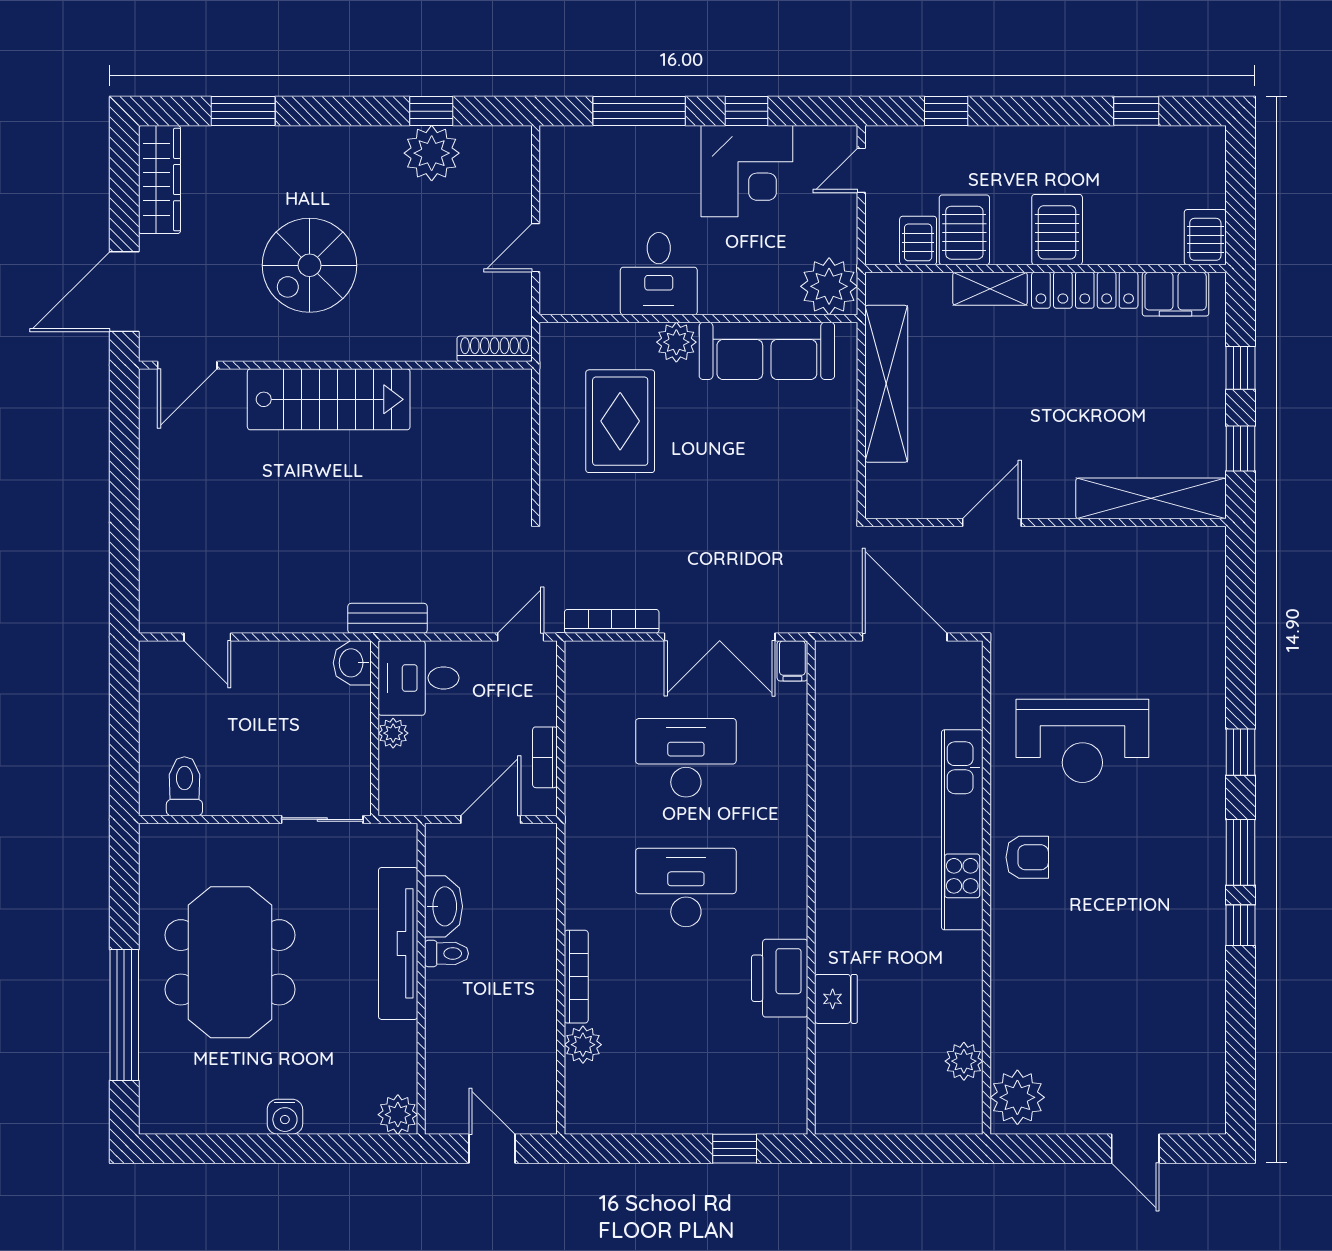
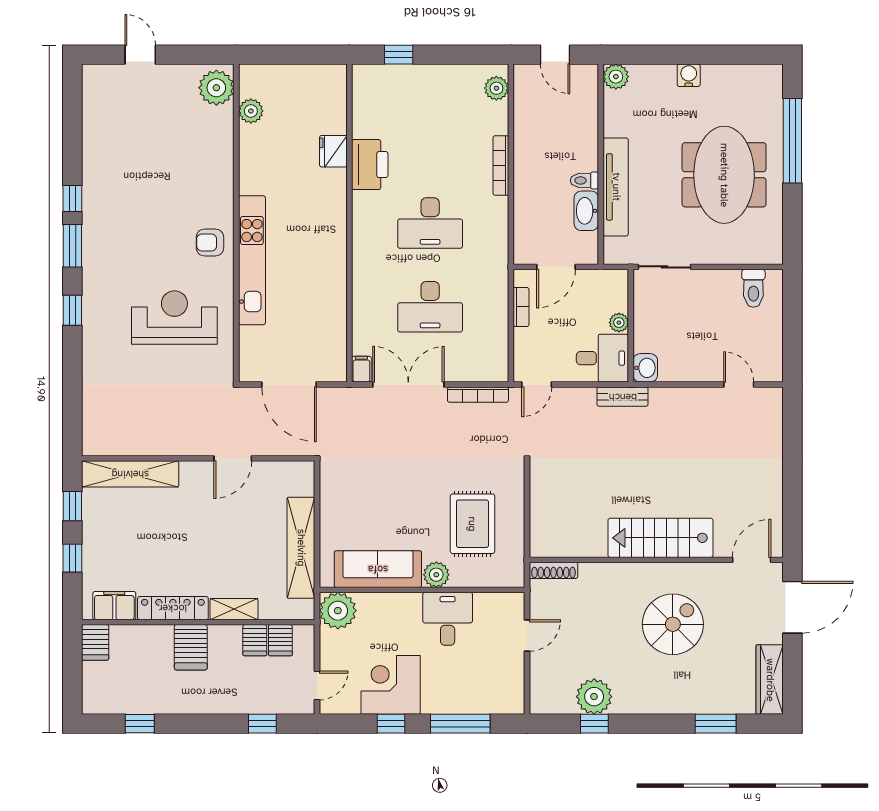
server rack: (964, 230) -> (255, 640), width x0.73, depth x0.70
plant: (583, 1045) -> (496, 88), moved

